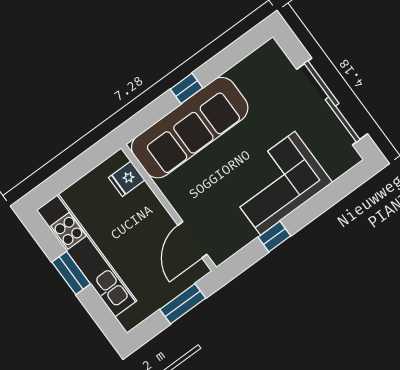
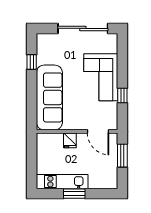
window: (187, 88) -> (32, 62), moved
fridge: (127, 179) -> (70, 140), moved
kitchen unit: (87, 255) -> (62, 182), width x0.73

